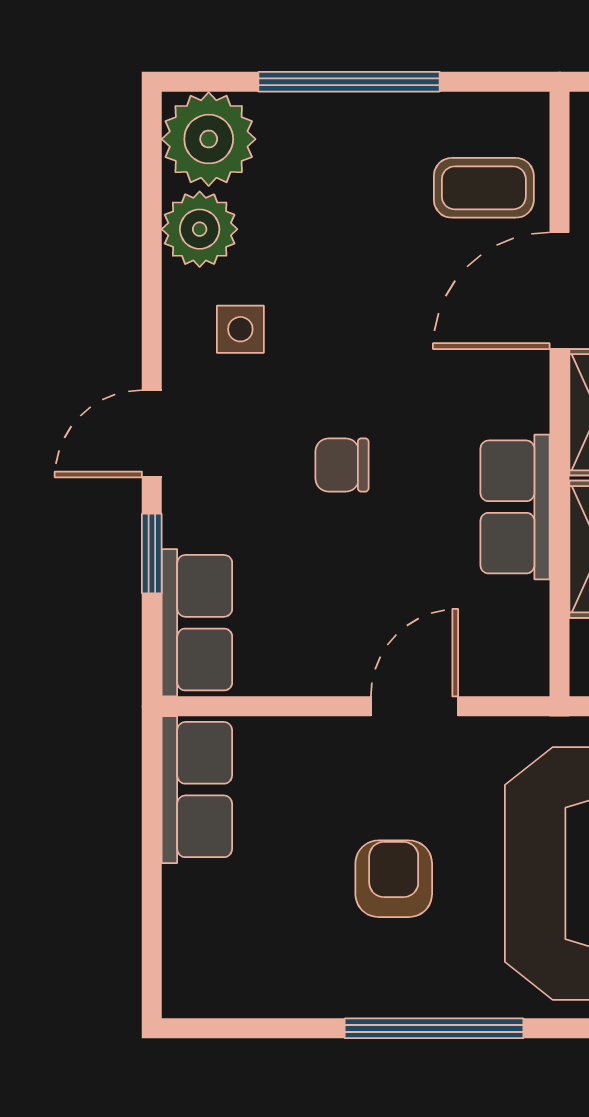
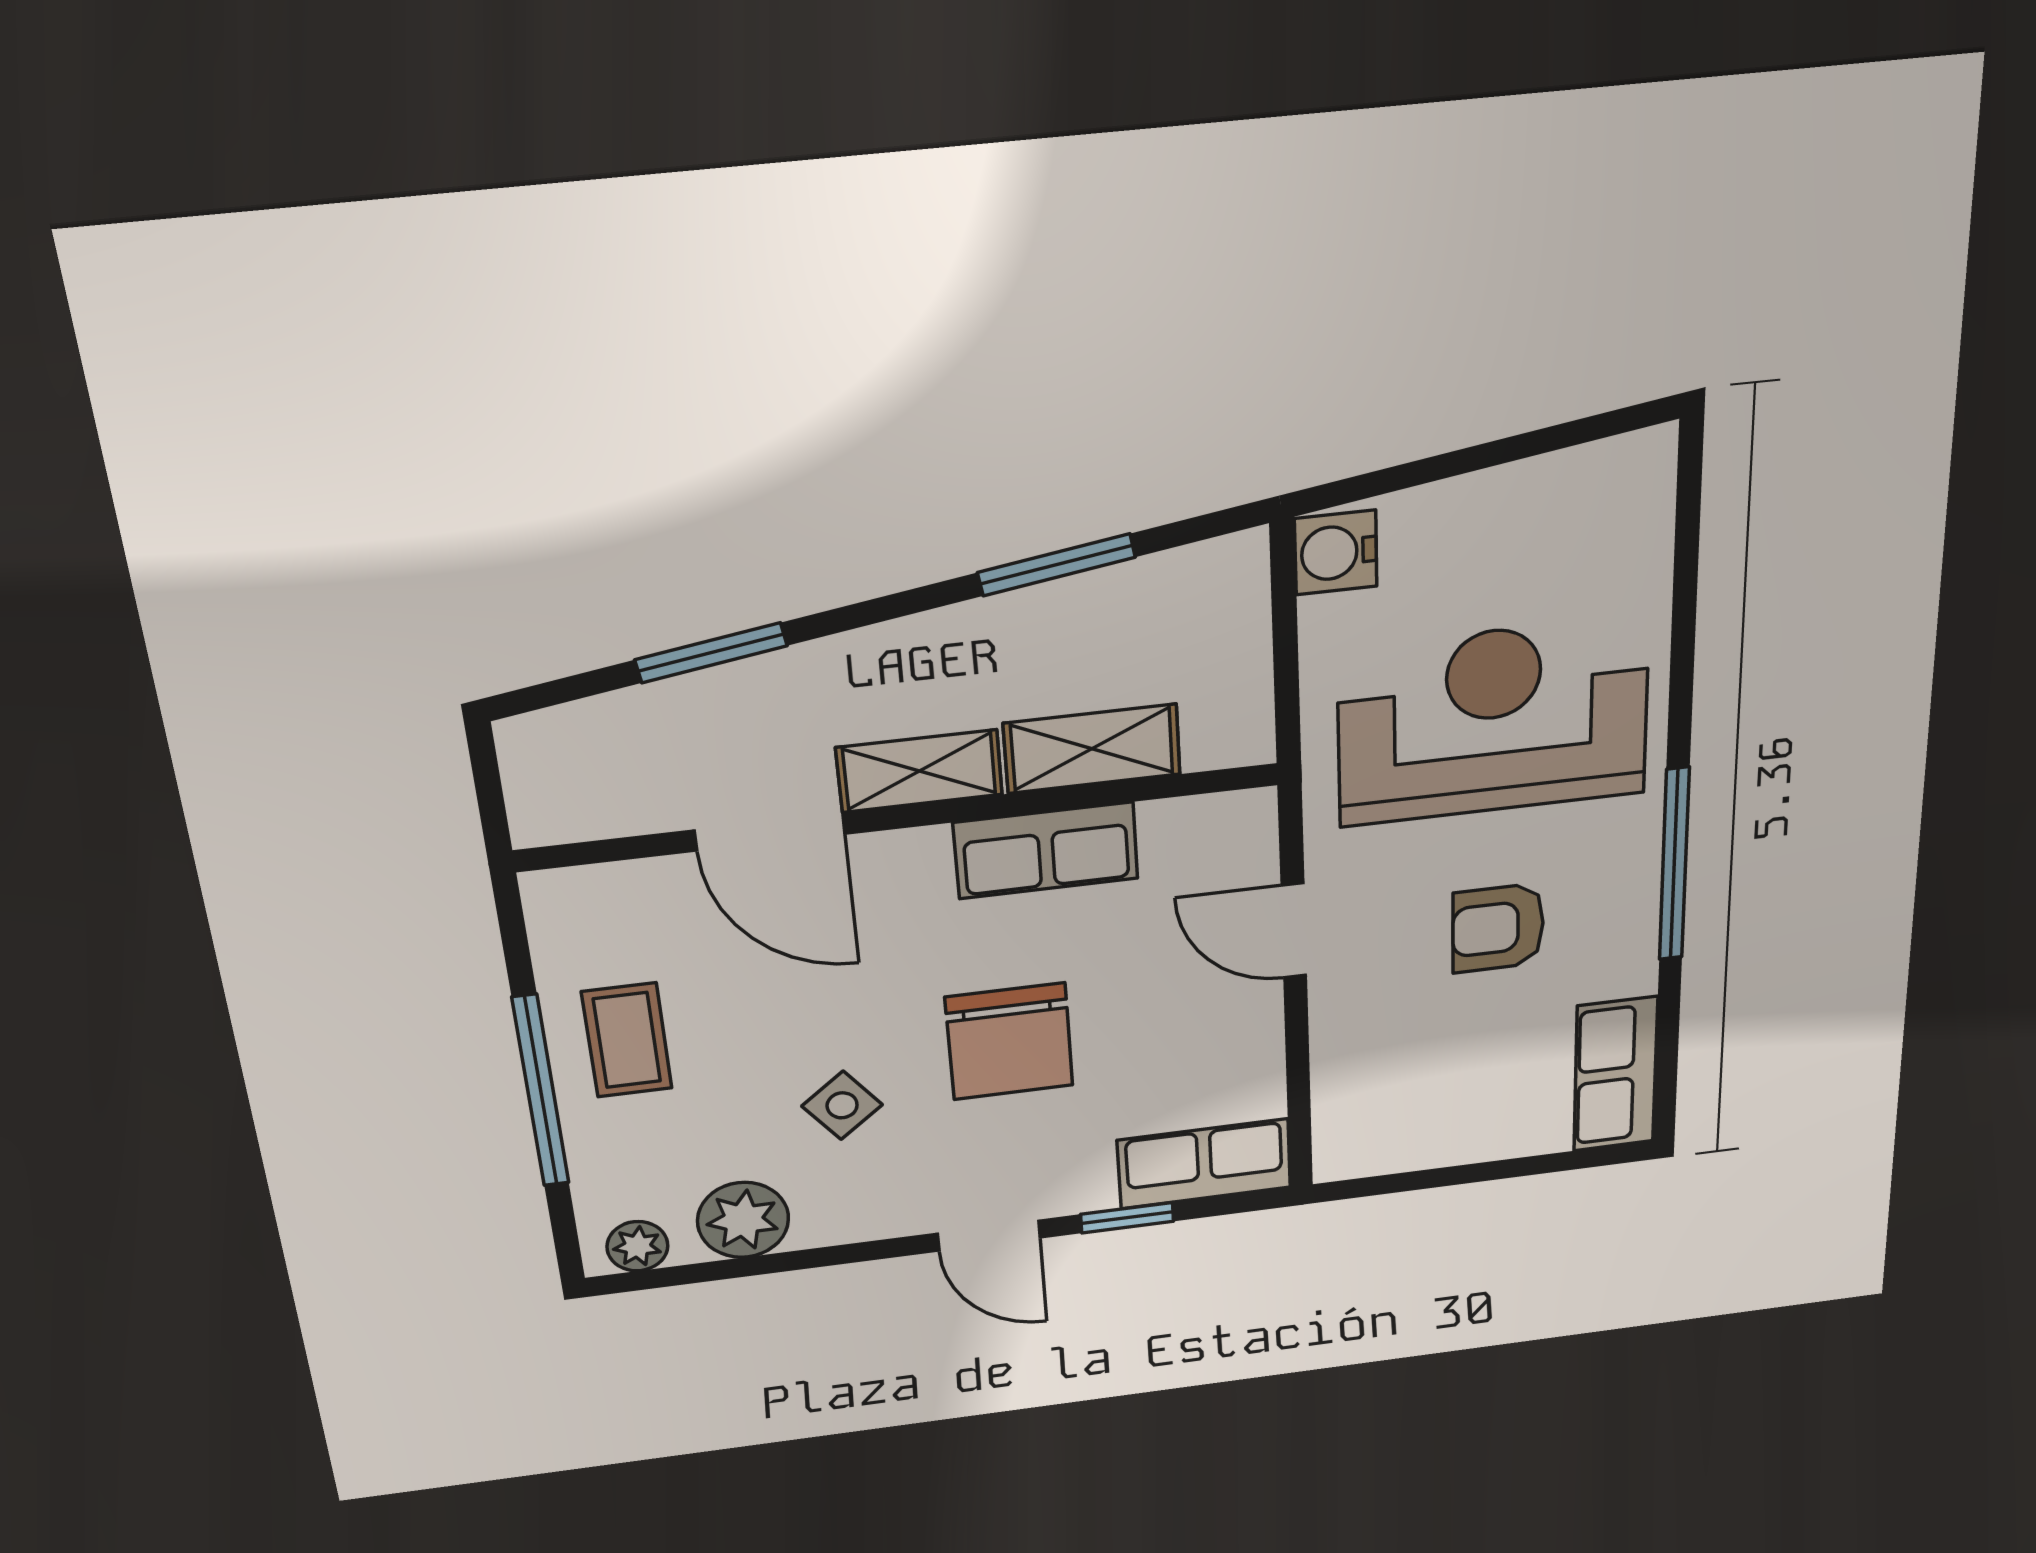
plant: (209, 139) -> (637, 1246), width x0.53, depth x0.53
coffee table: (484, 188) -> (627, 1040), moved
side table: (240, 329) -> (842, 1105), moved, turned -38
chair: (342, 465) -> (1009, 1041), width x1.87, depth x1.87
row of seats: (197, 790) -> (1616, 1074), moved, turned -90

